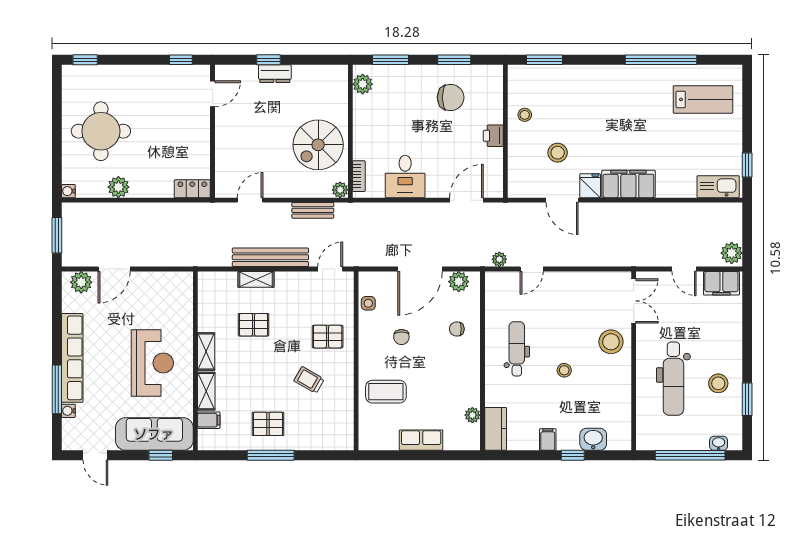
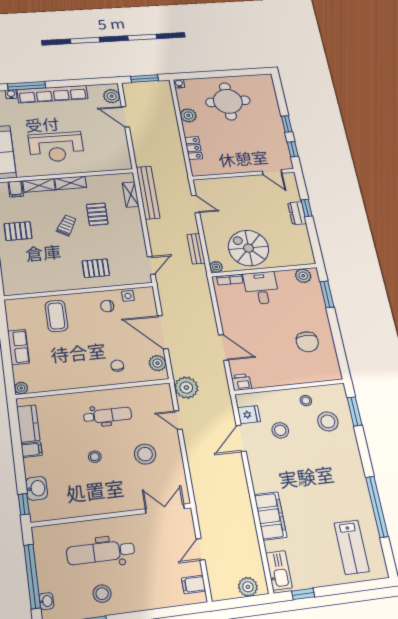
window: (85, 60) -> (287, 124), moved
window: (454, 60) -> (338, 341), removed
stool: (553, 94) -> (328, 421), added
printer: (493, 136) -> (241, 382), moved
desk: (405, 176) -> (261, 288), moved, turned 90
filing cabinet: (628, 184) -> (270, 516), moved
fridge: (590, 186) -> (249, 415), moved
locker: (192, 189) -> (194, 148), moved
door: (466, 200) -> (223, 347), moved
plant: (732, 253) -> (248, 587), moved
bench: (270, 257) -> (148, 192), moved
plant: (499, 259) -> (186, 388), width x1.88, depth x1.88
door: (330, 269) -> (151, 265), hinge flipped
shelving: (256, 279) -> (131, 195), moved
filing cabinet: (721, 283) -> (194, 585), width x0.50
double door: (634, 301) -> (165, 509), swing flipped
pallet: (328, 337) -> (96, 268), turned 90
chair: (401, 337) -> (107, 306), moved
stool: (611, 342) -> (145, 454), moved
trolley: (309, 380) -> (67, 225), moved
plant: (472, 415) -> (21, 388), moved
pallet: (268, 424) -> (18, 231), turned 90
kitchen counter: (496, 429) -> (28, 424), moved, turned -90
window: (573, 455) -> (24, 504), moved

